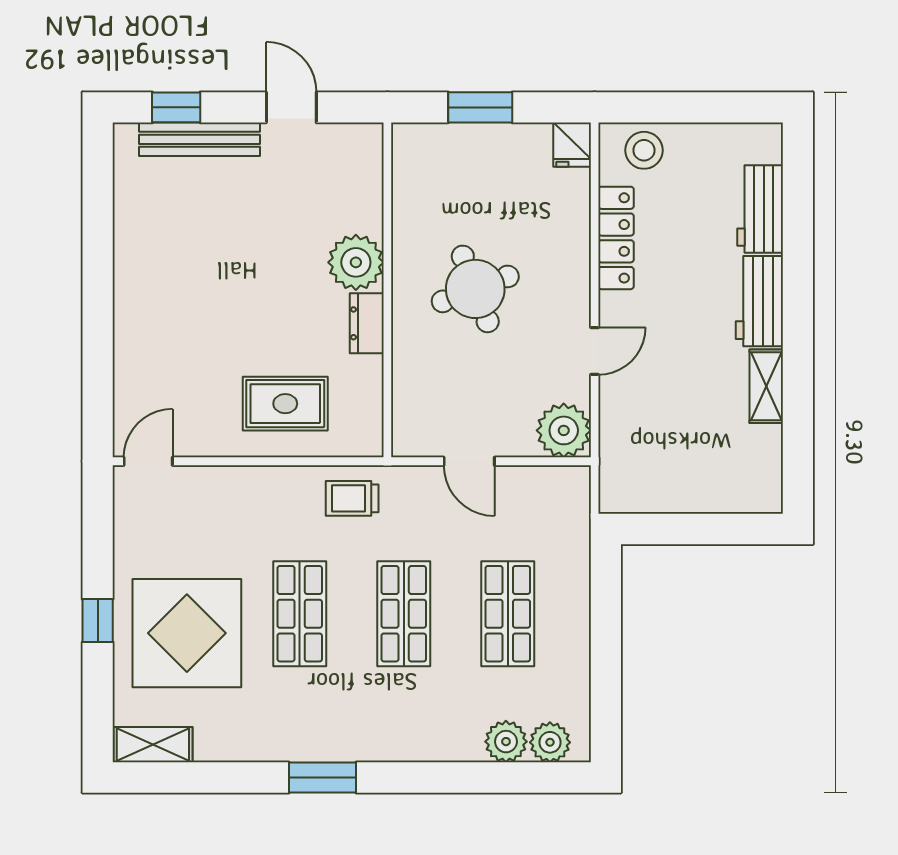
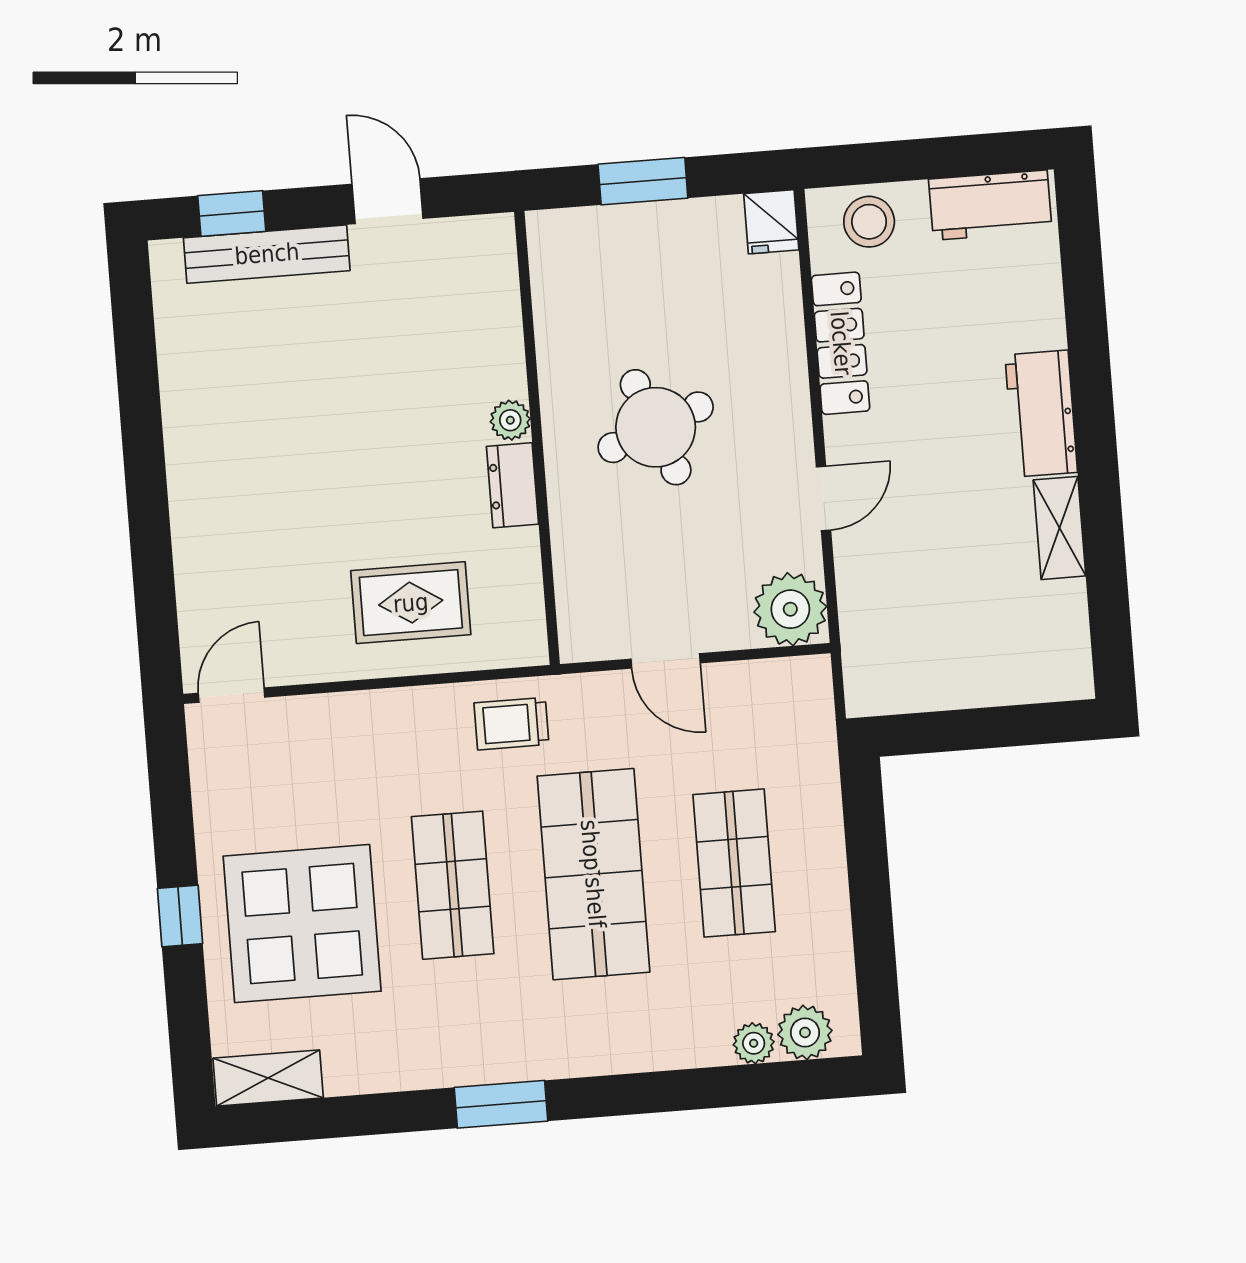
workbench: (760, 209) -> (990, 205), moved, turned -90
plant: (356, 262) -> (510, 420), width x0.53, depth x0.53
shop shelf: (404, 614) -> (593, 874), width x1.43, depth x1.36
plant: (506, 742) -> (754, 1043), width x0.73, depth x0.73

